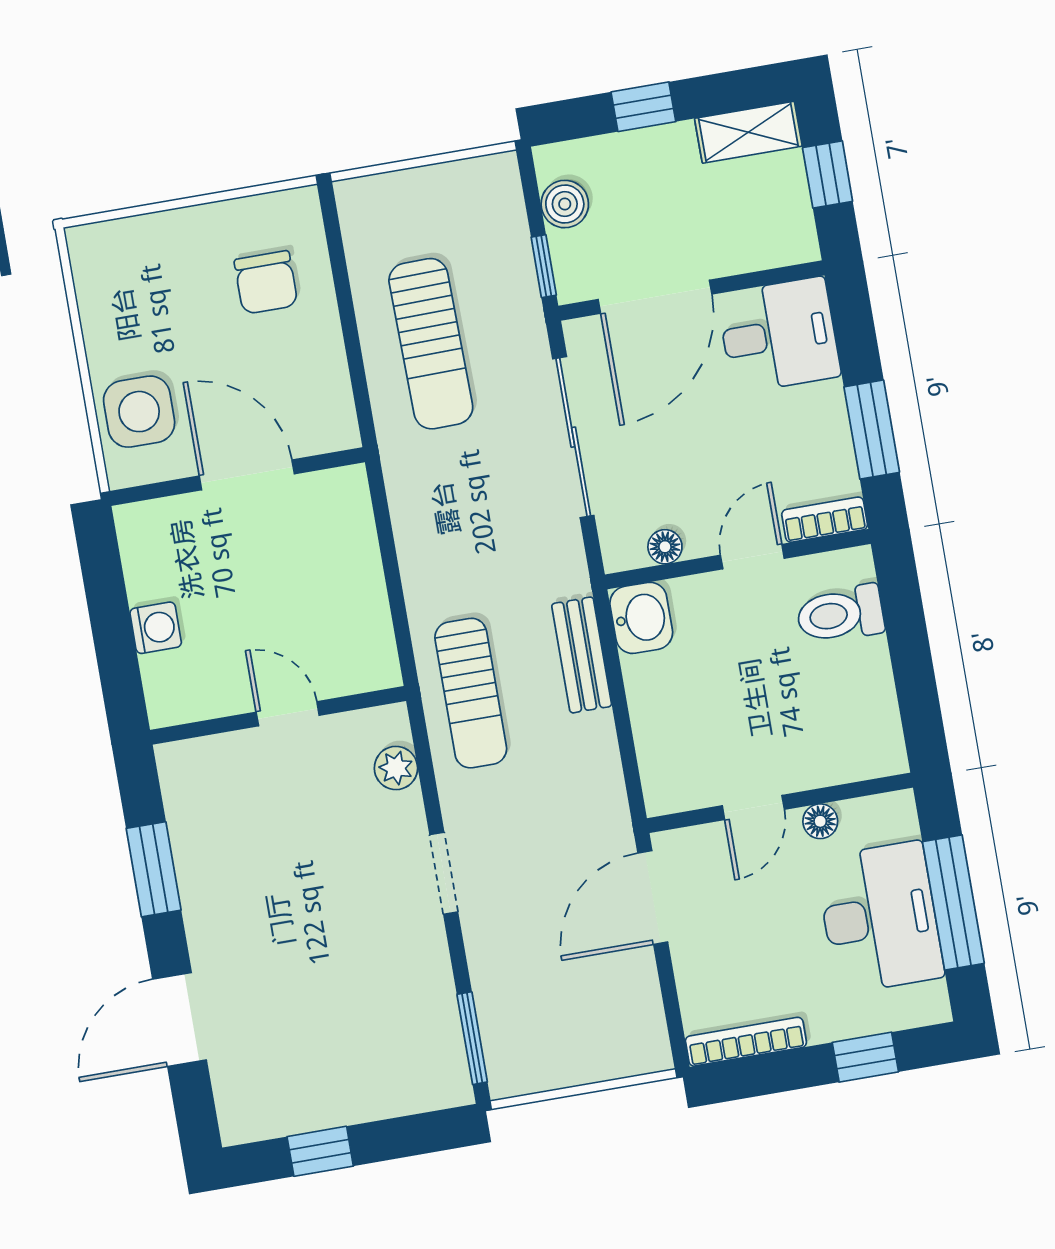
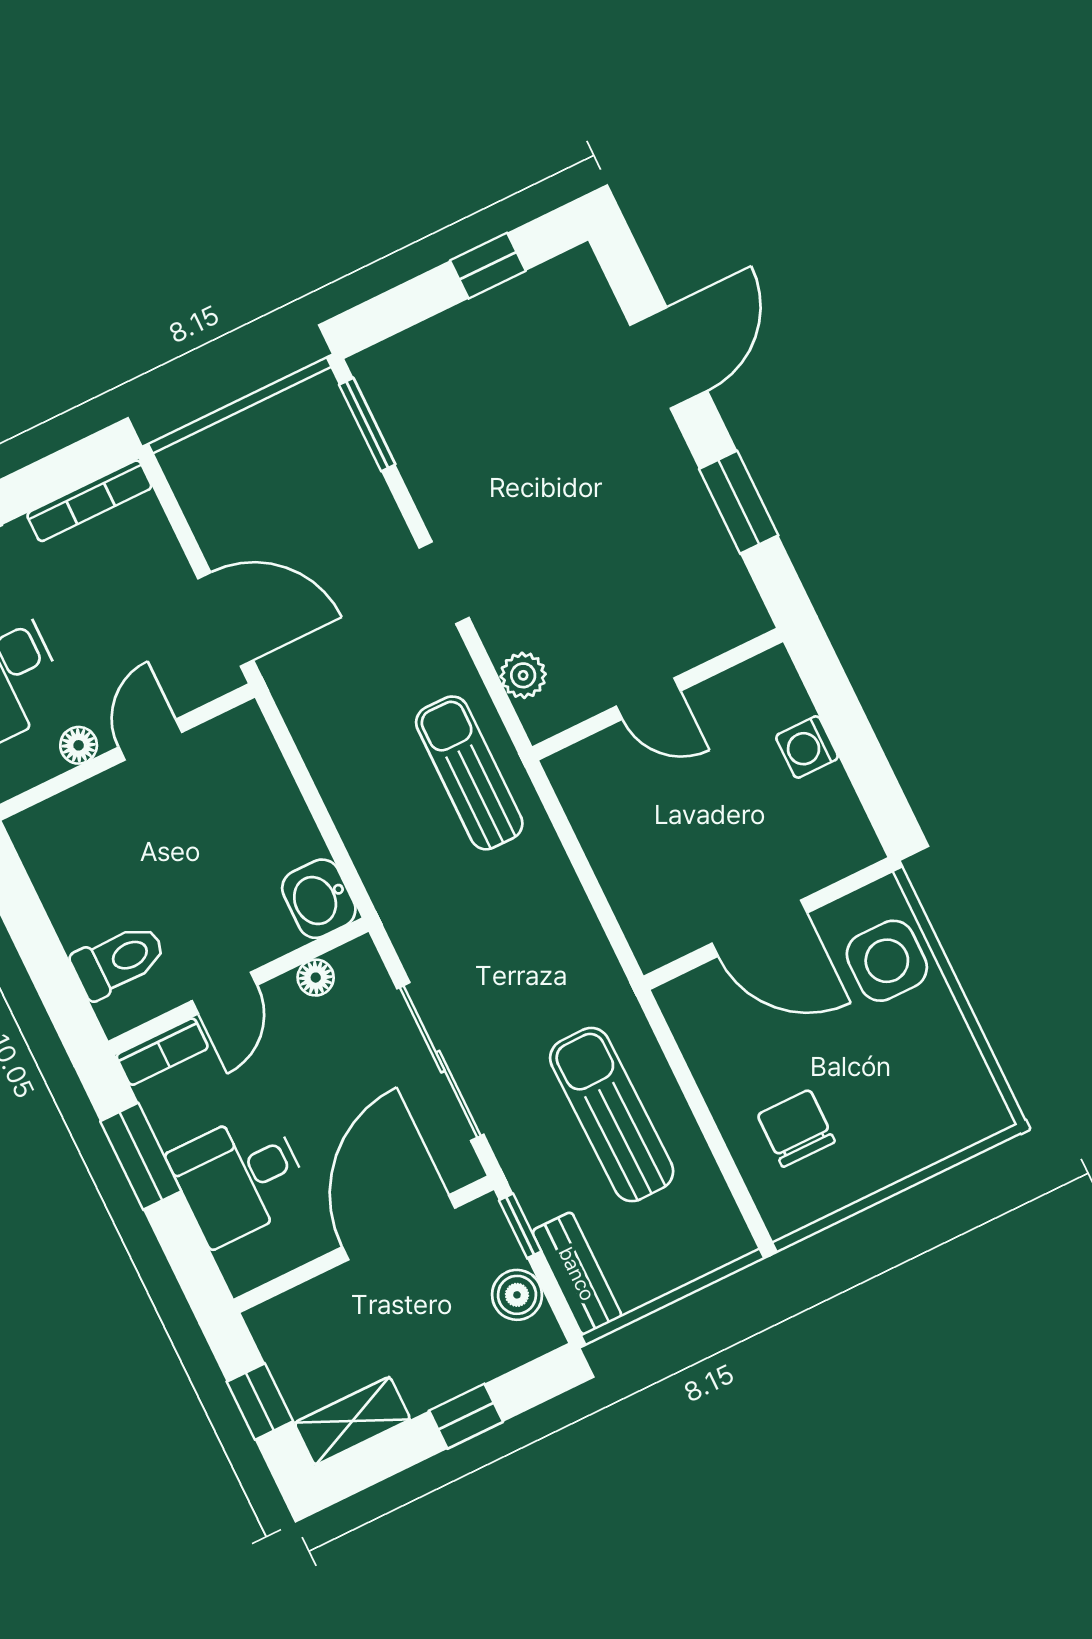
desk: (779, 335) -> (239, 1178), moved
bench: (582, 655) -> (577, 1274), moved
door: (653, 897) -> (226, 619), hinge flipped

